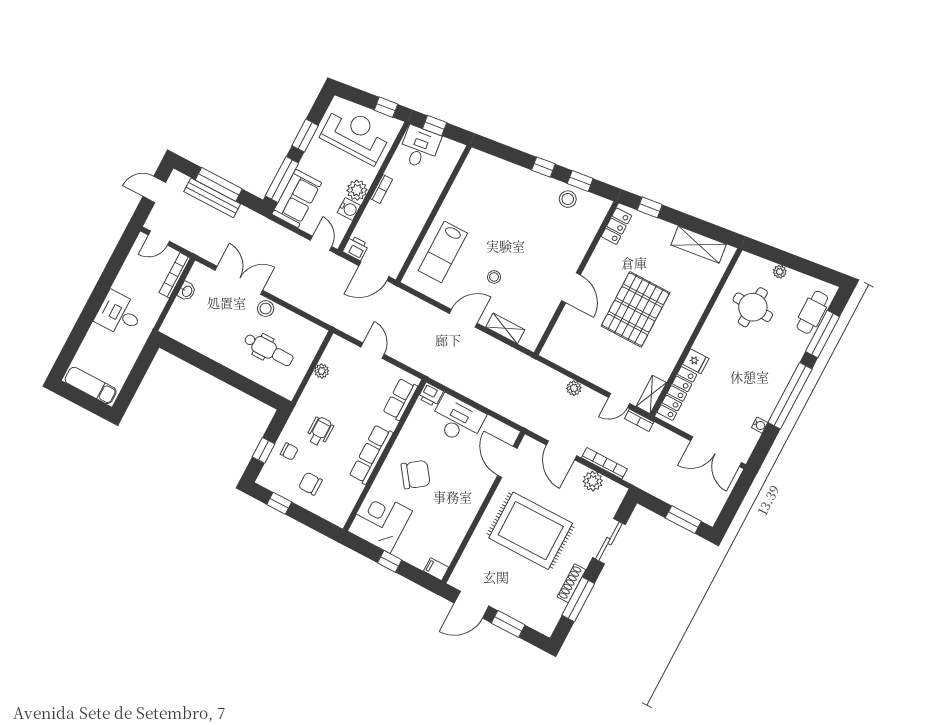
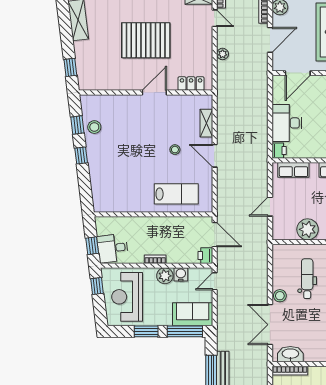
locker: (616, 226) -> (191, 84), moved
washbasin: (187, 291) -> (290, 354), width x1.91, depth x1.45
plant: (322, 371) -> (308, 229), width x1.88, depth x1.88

